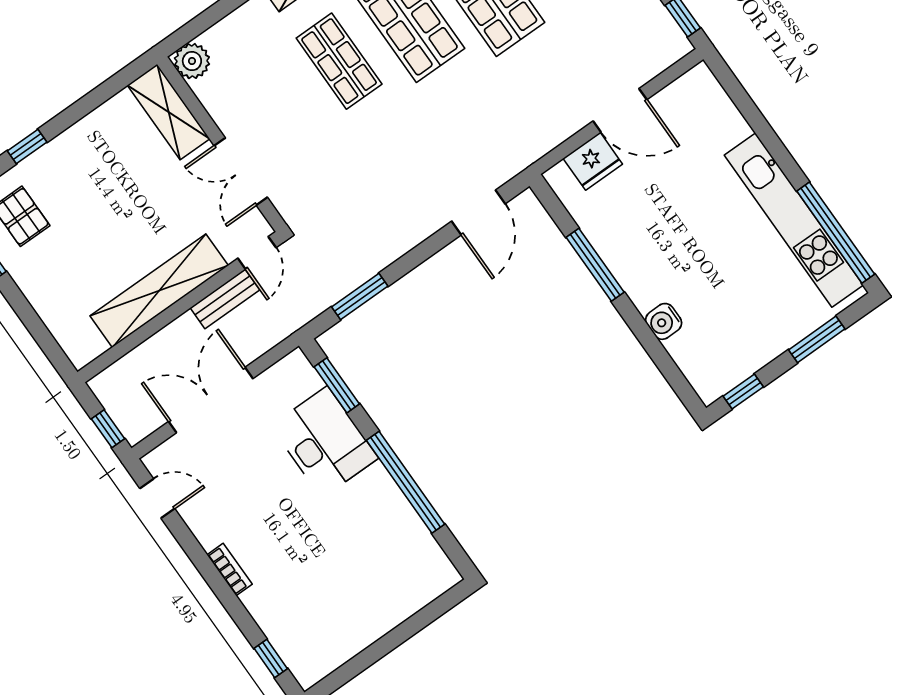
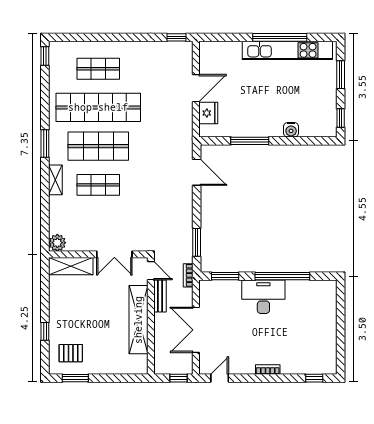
window: (836, 233) -> (280, 37), moved
bookcase: (294, 322) -> (188, 275), added
desk: (324, 442) -> (263, 297), moved

